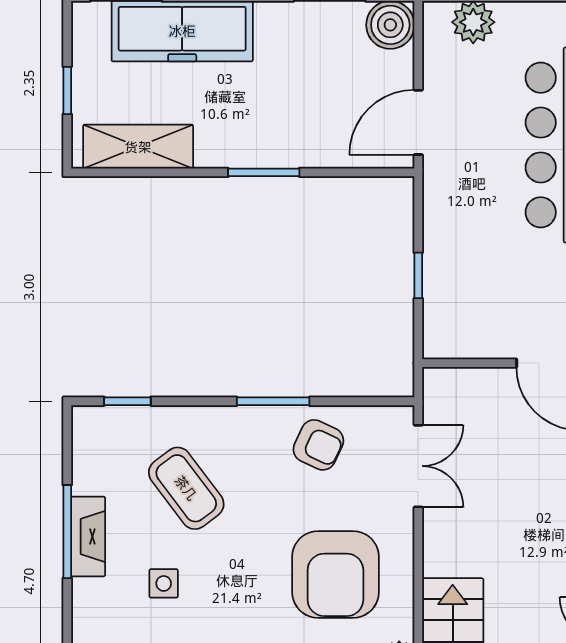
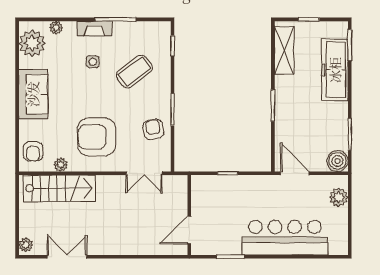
armchair: (318, 445) -> (153, 129), turned 144
fireplace: (88, 536) -> (94, 29), moved

